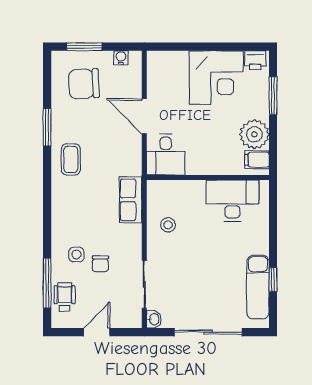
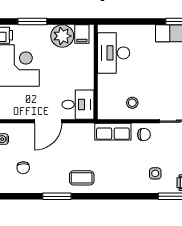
chair: (84, 84) -> (23, 168), width x0.54, depth x0.54
chair: (100, 264) -> (144, 135), moved

